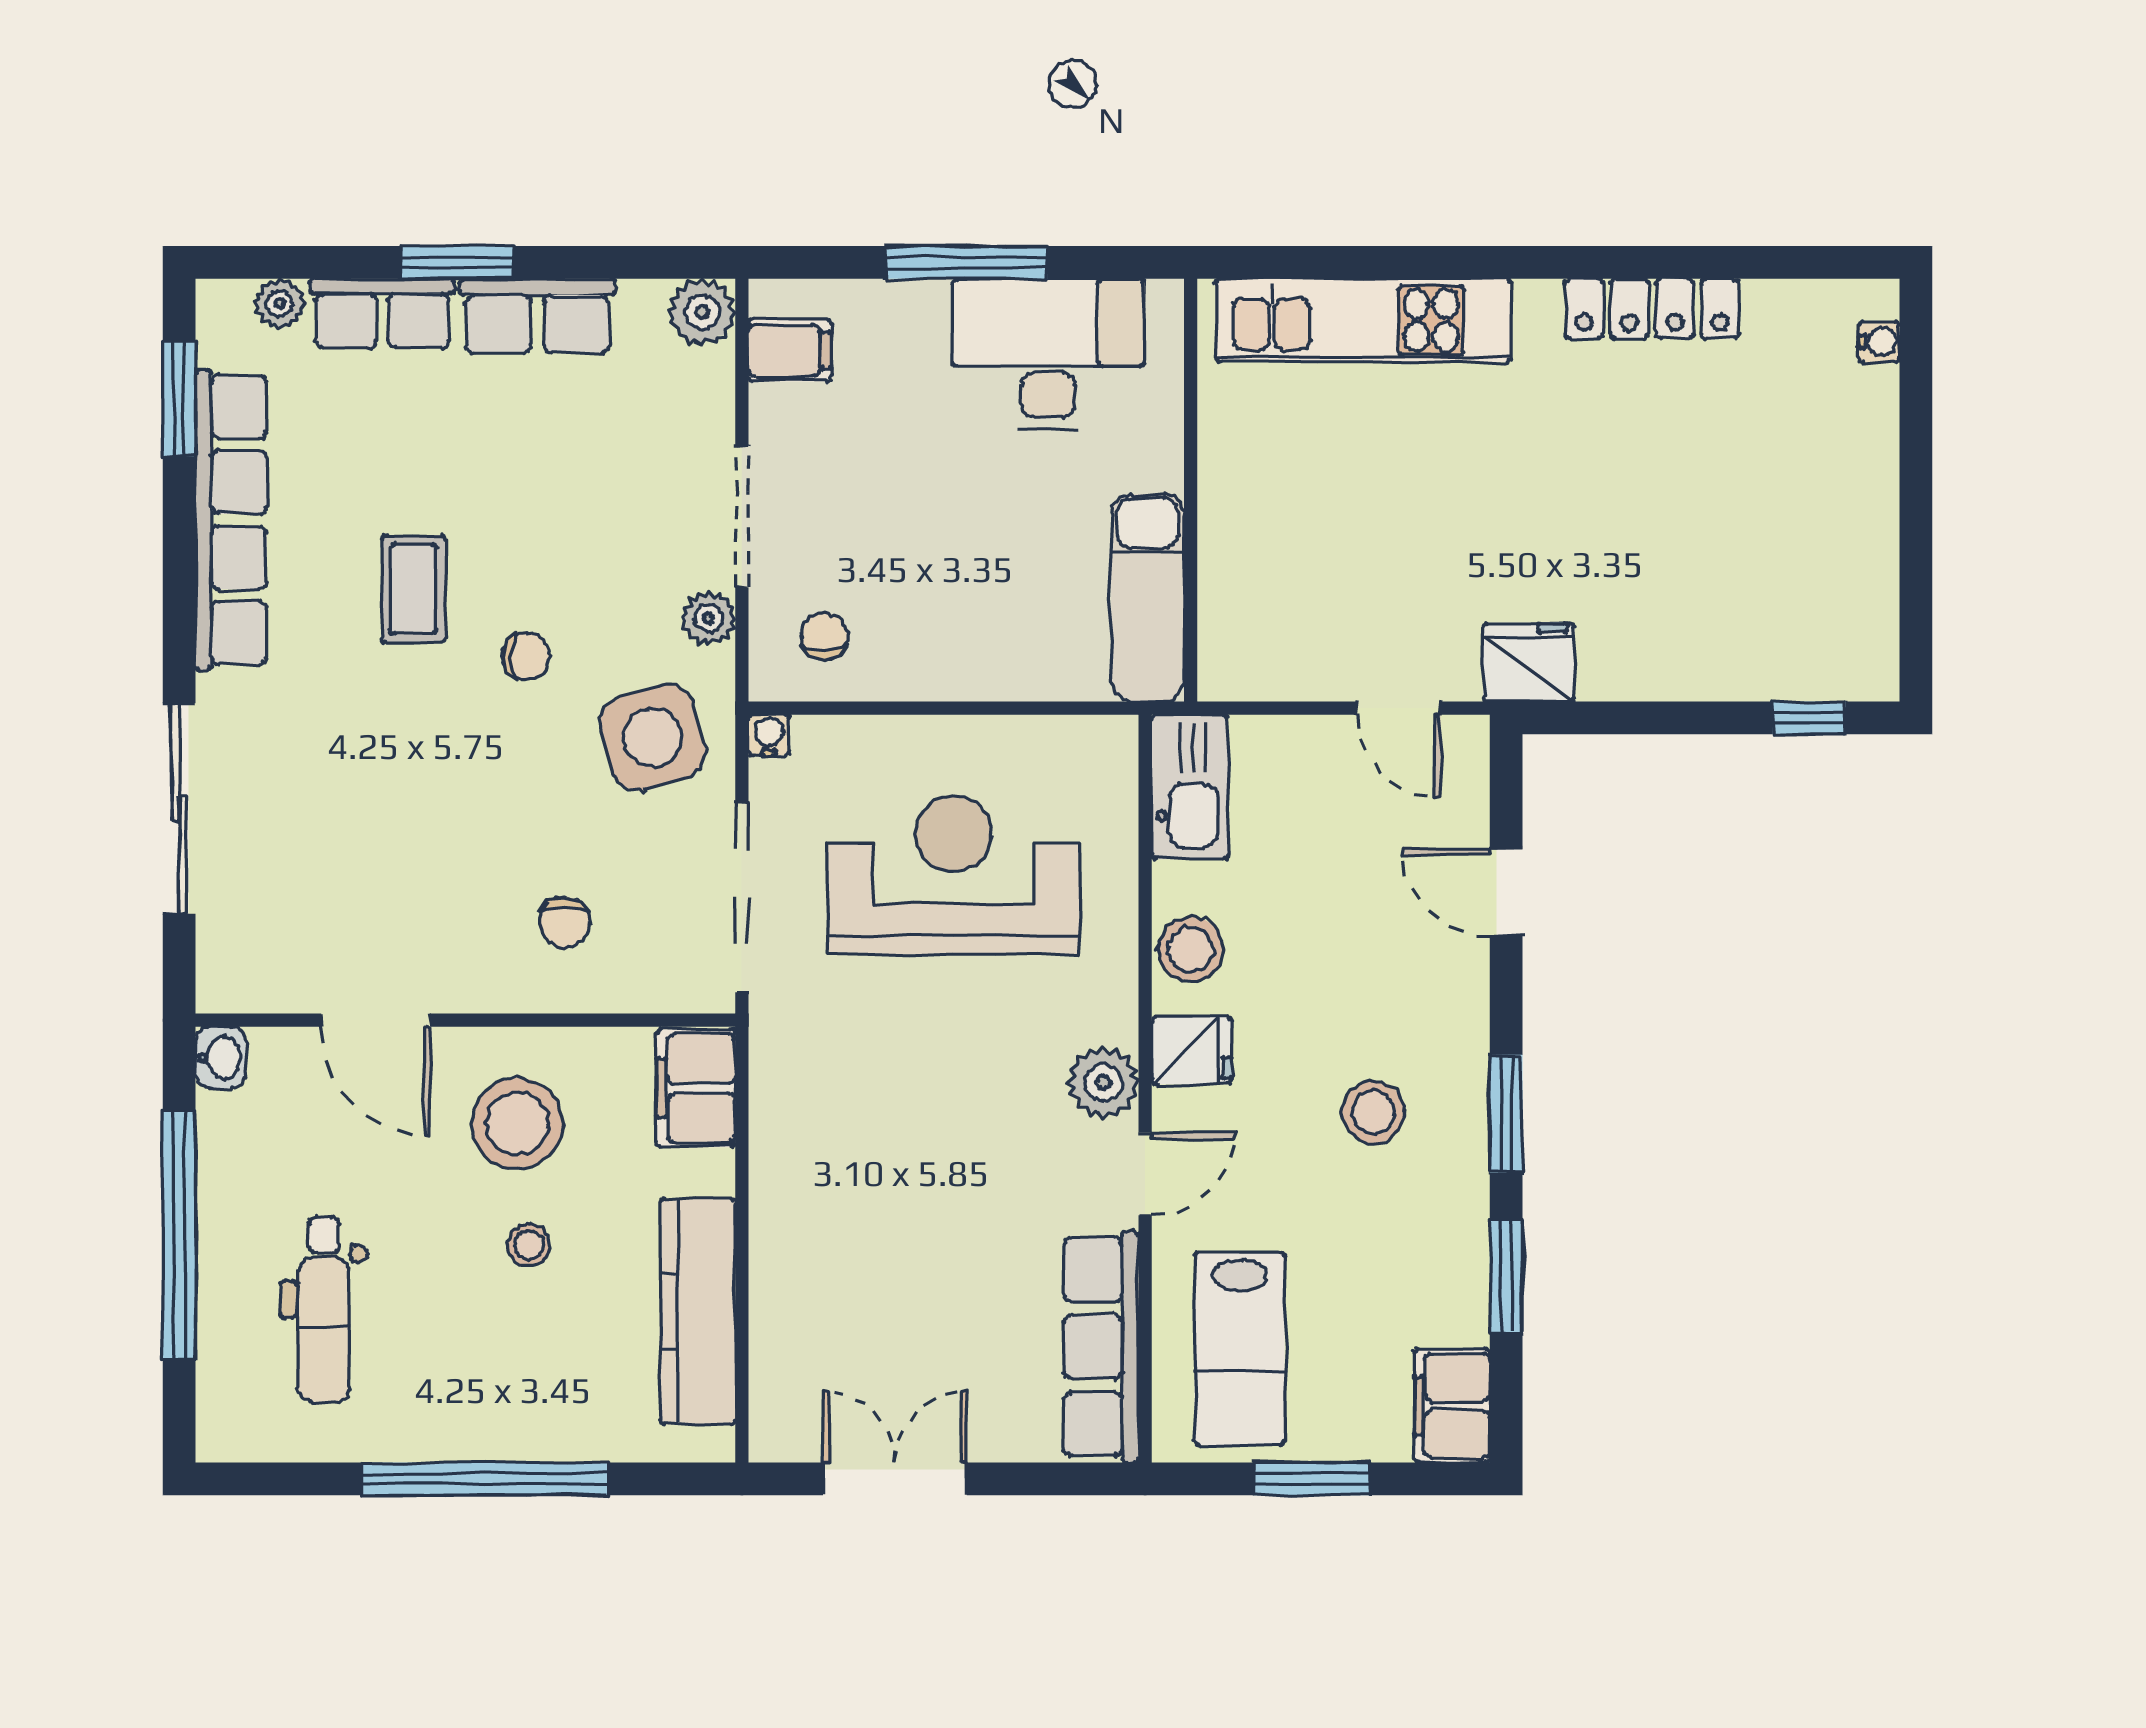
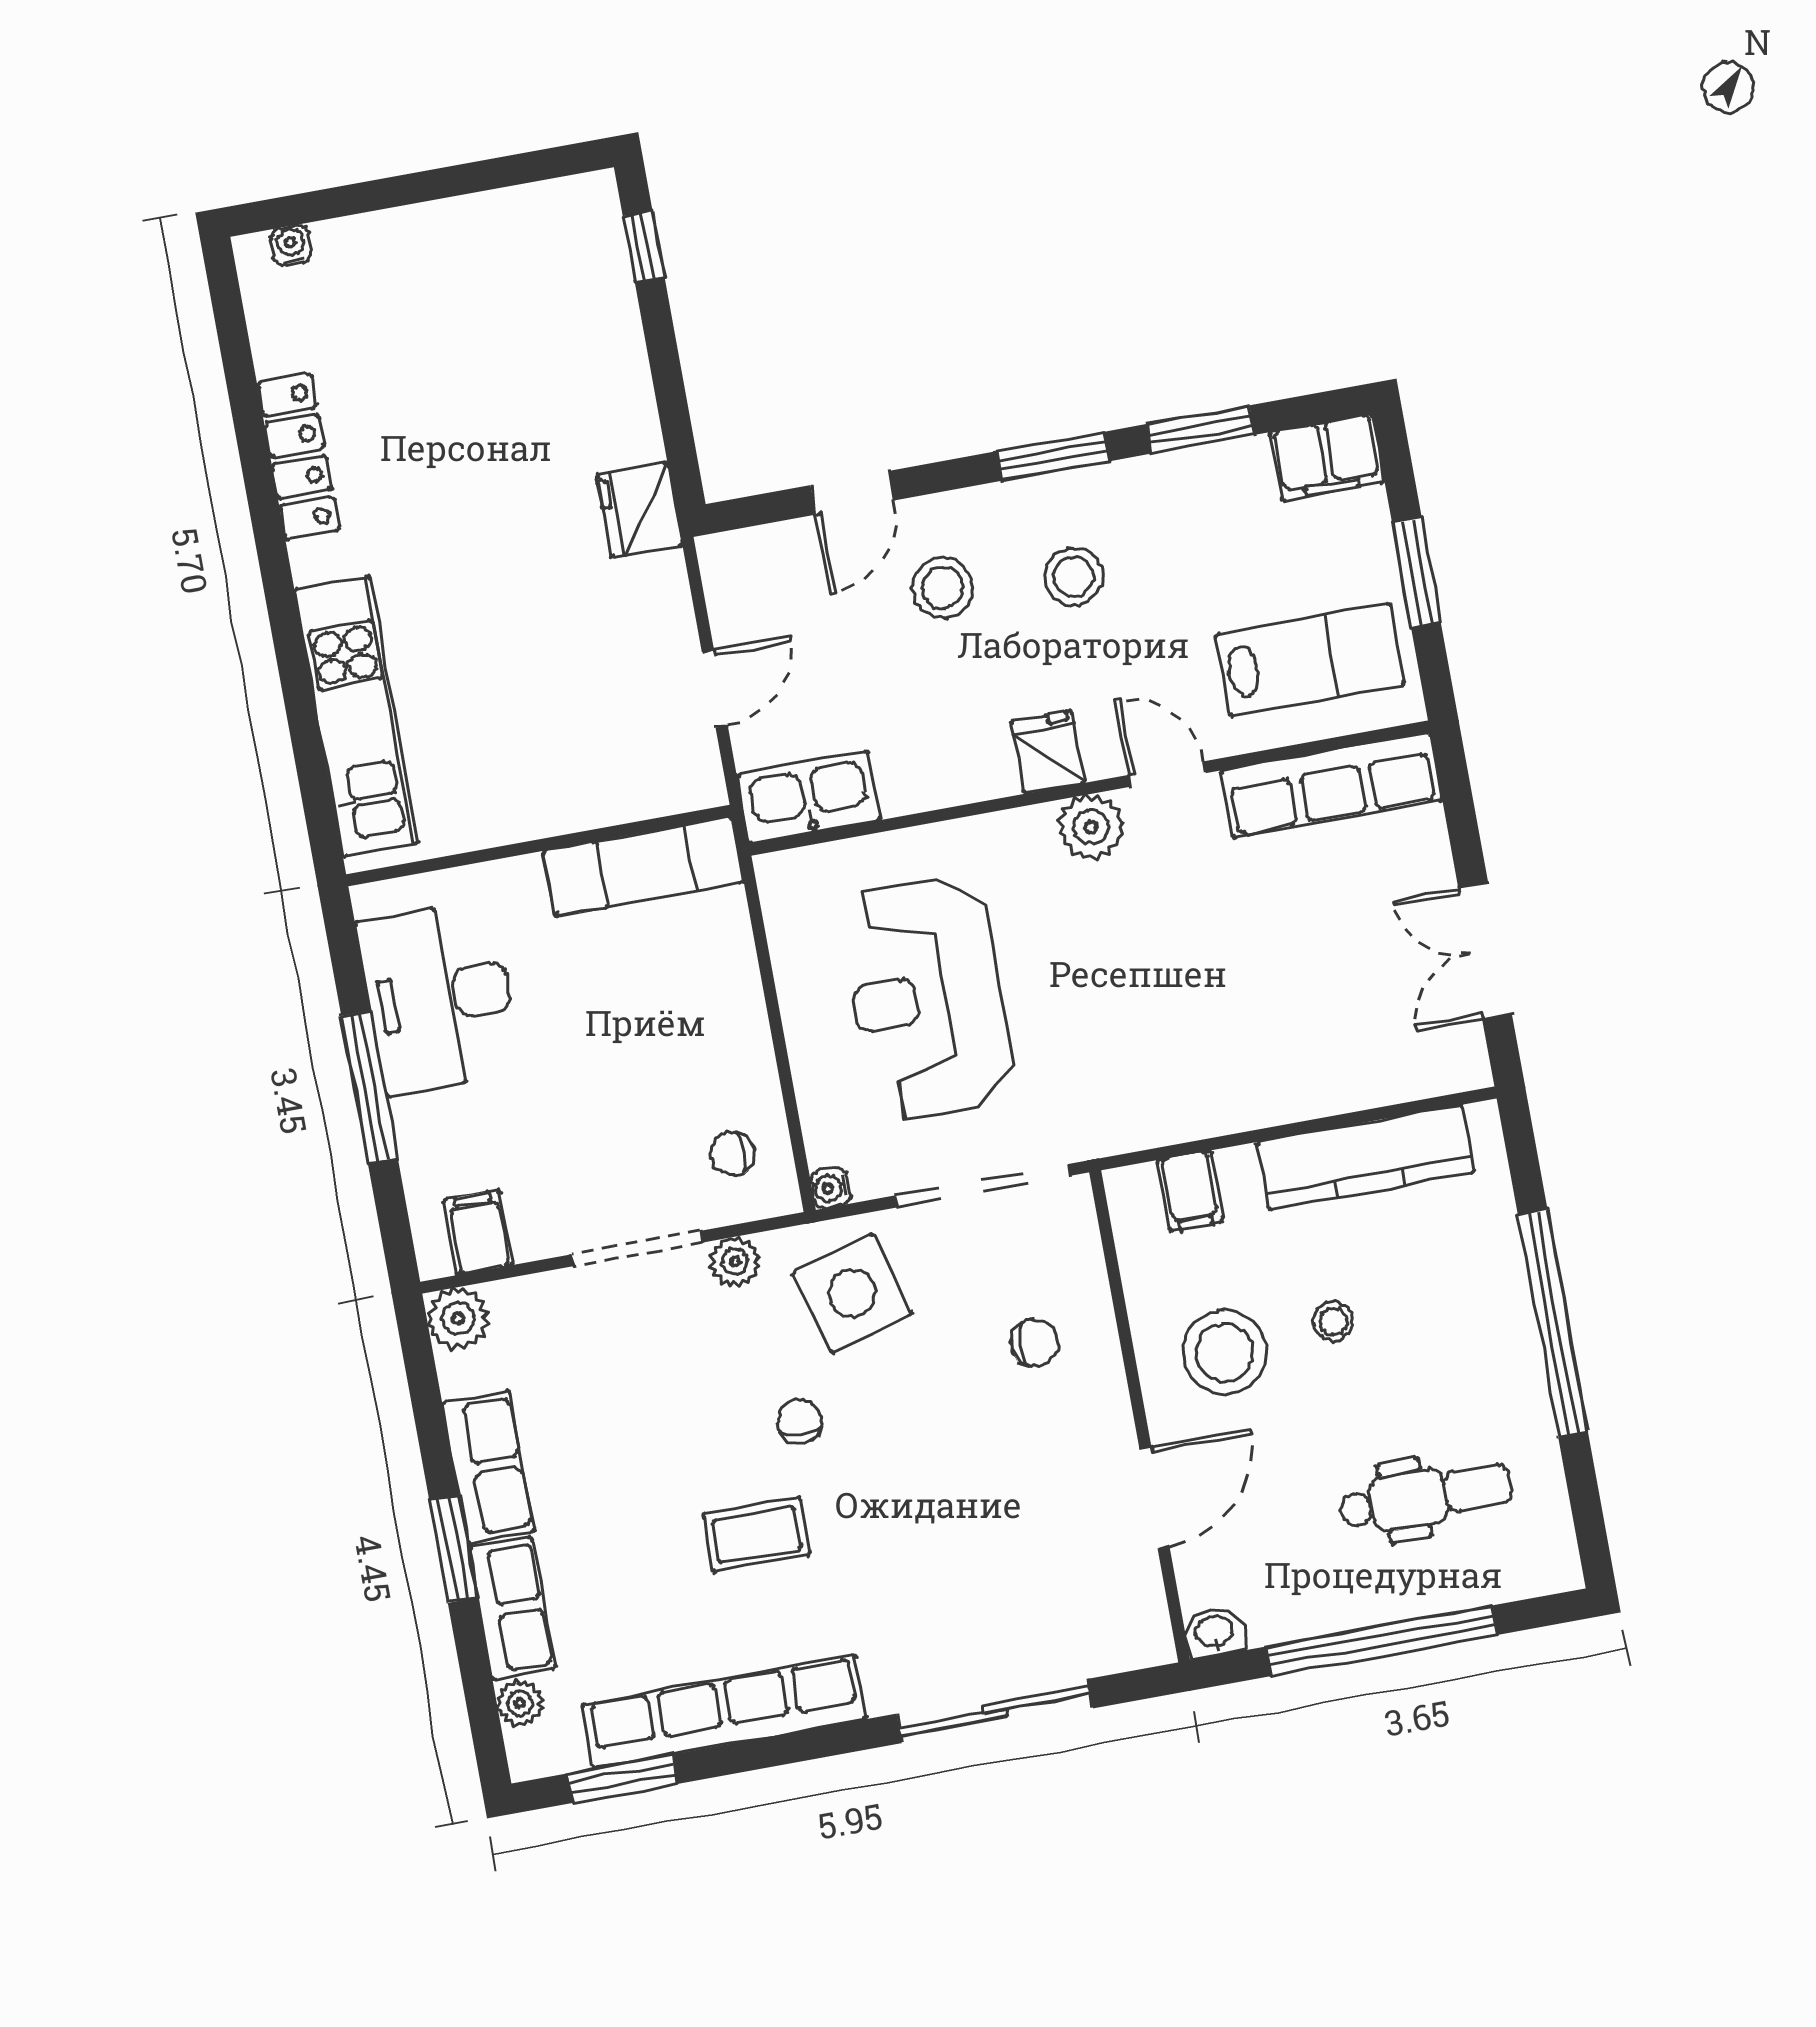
door: (1399, 708) -> (715, 689), moved
stool: (1191, 950) -> (942, 588), moved
filing cabinet: (696, 1088) -> (1190, 1191), width x0.50

